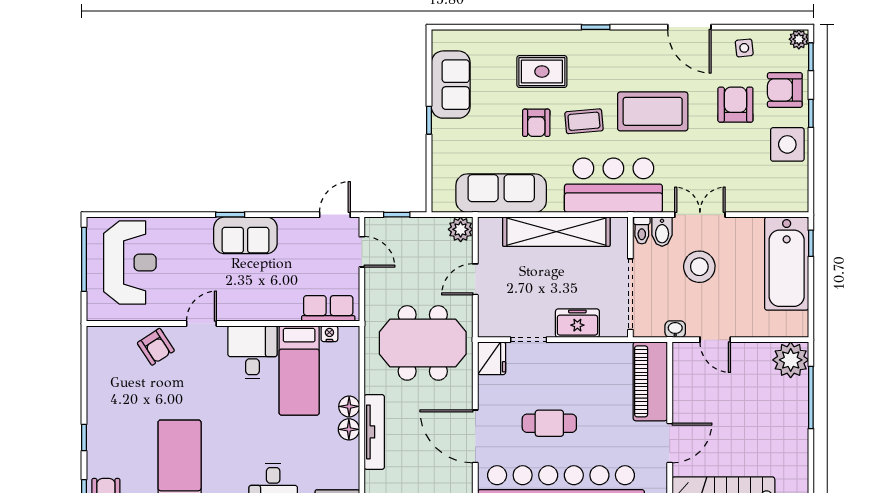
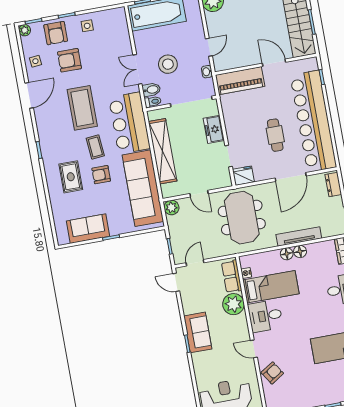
armchair: (536, 123) -> (101, 175), turned 180
side table: (787, 144) -> (87, 26), width x0.54, depth x0.54
sofa: (501, 193) -> (143, 188), width x1.36, depth x1.27
plant: (282, 303) -> (233, 304), added

